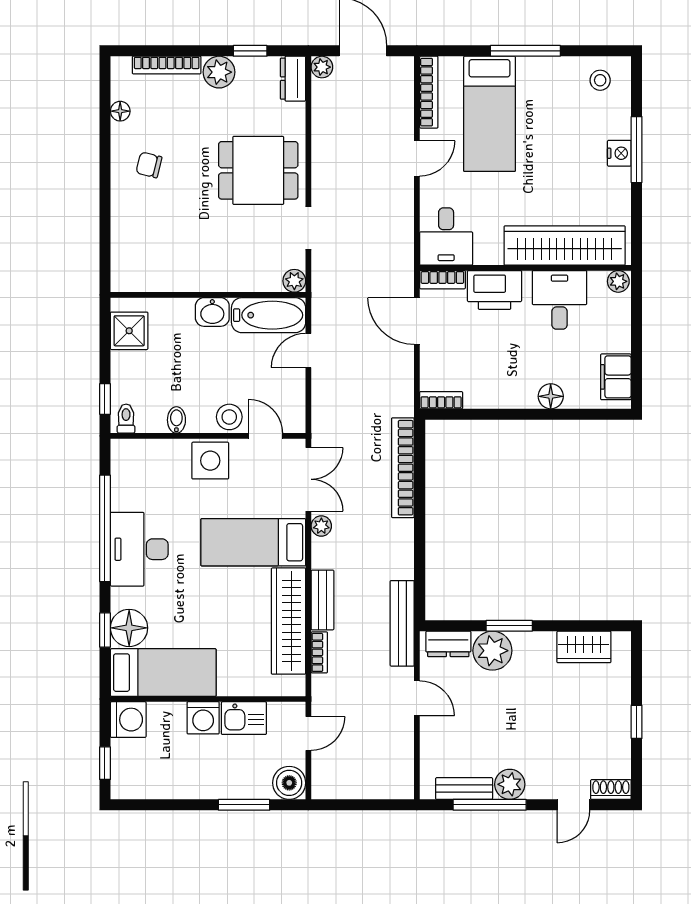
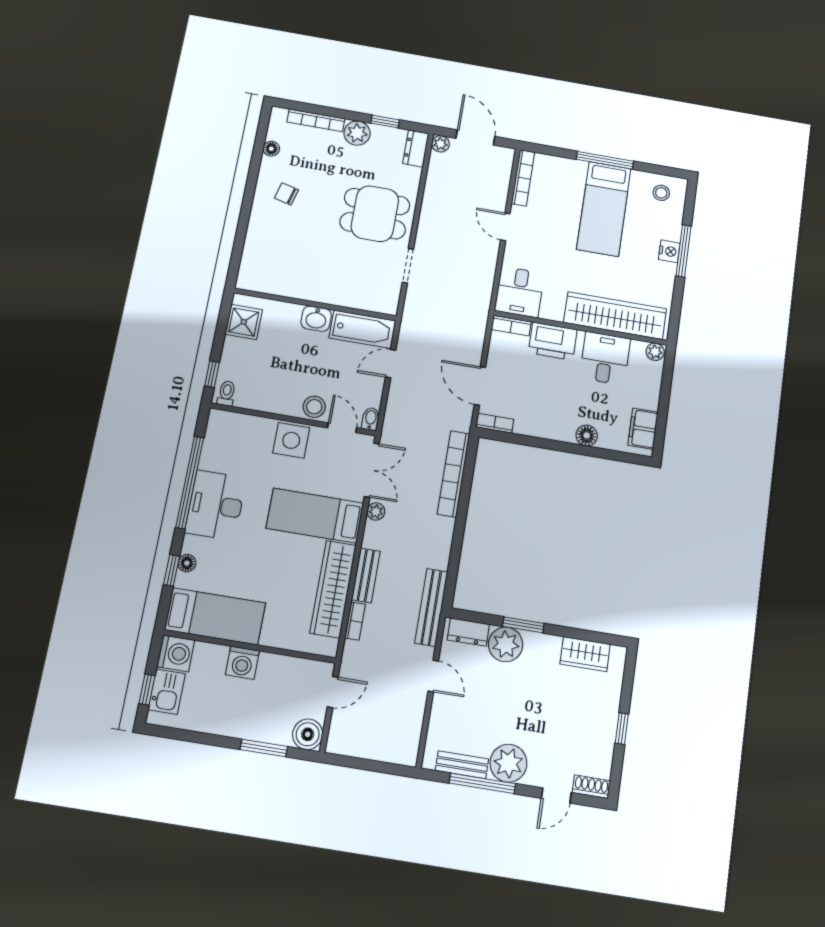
bed: (489, 114) -> (604, 209), moved
door: (417, 158) -> (505, 227), swing flipped
plant: (294, 281) -> (389, 305), removed
door: (417, 321) -> (480, 386), moved
bidet: (176, 420) -> (371, 419), moved
floor lamp: (129, 628) -> (187, 563), width x0.53, depth x0.53
kitchen sink: (244, 718) -> (167, 692), moved, turned -90
plant: (510, 784) -> (508, 763), width x1.36, depth x1.36

